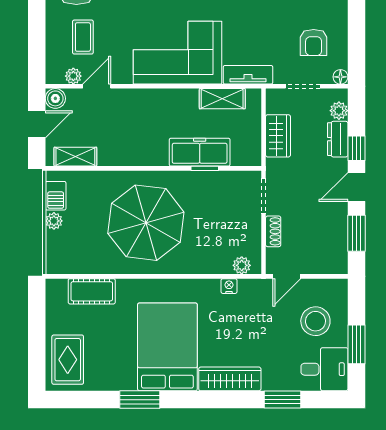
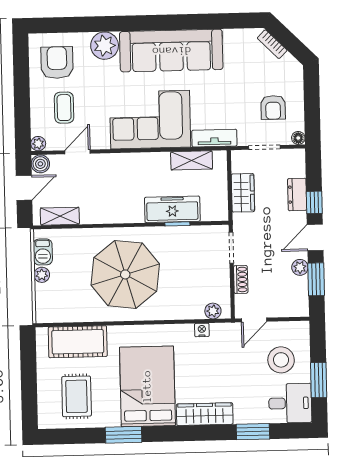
plant: (73, 76) -> (38, 144), moved
plant: (339, 111) -> (300, 267), moved
cot: (92, 291) -> (78, 342), width x1.37, depth x1.34
rug: (68, 360) -> (77, 396), moved

